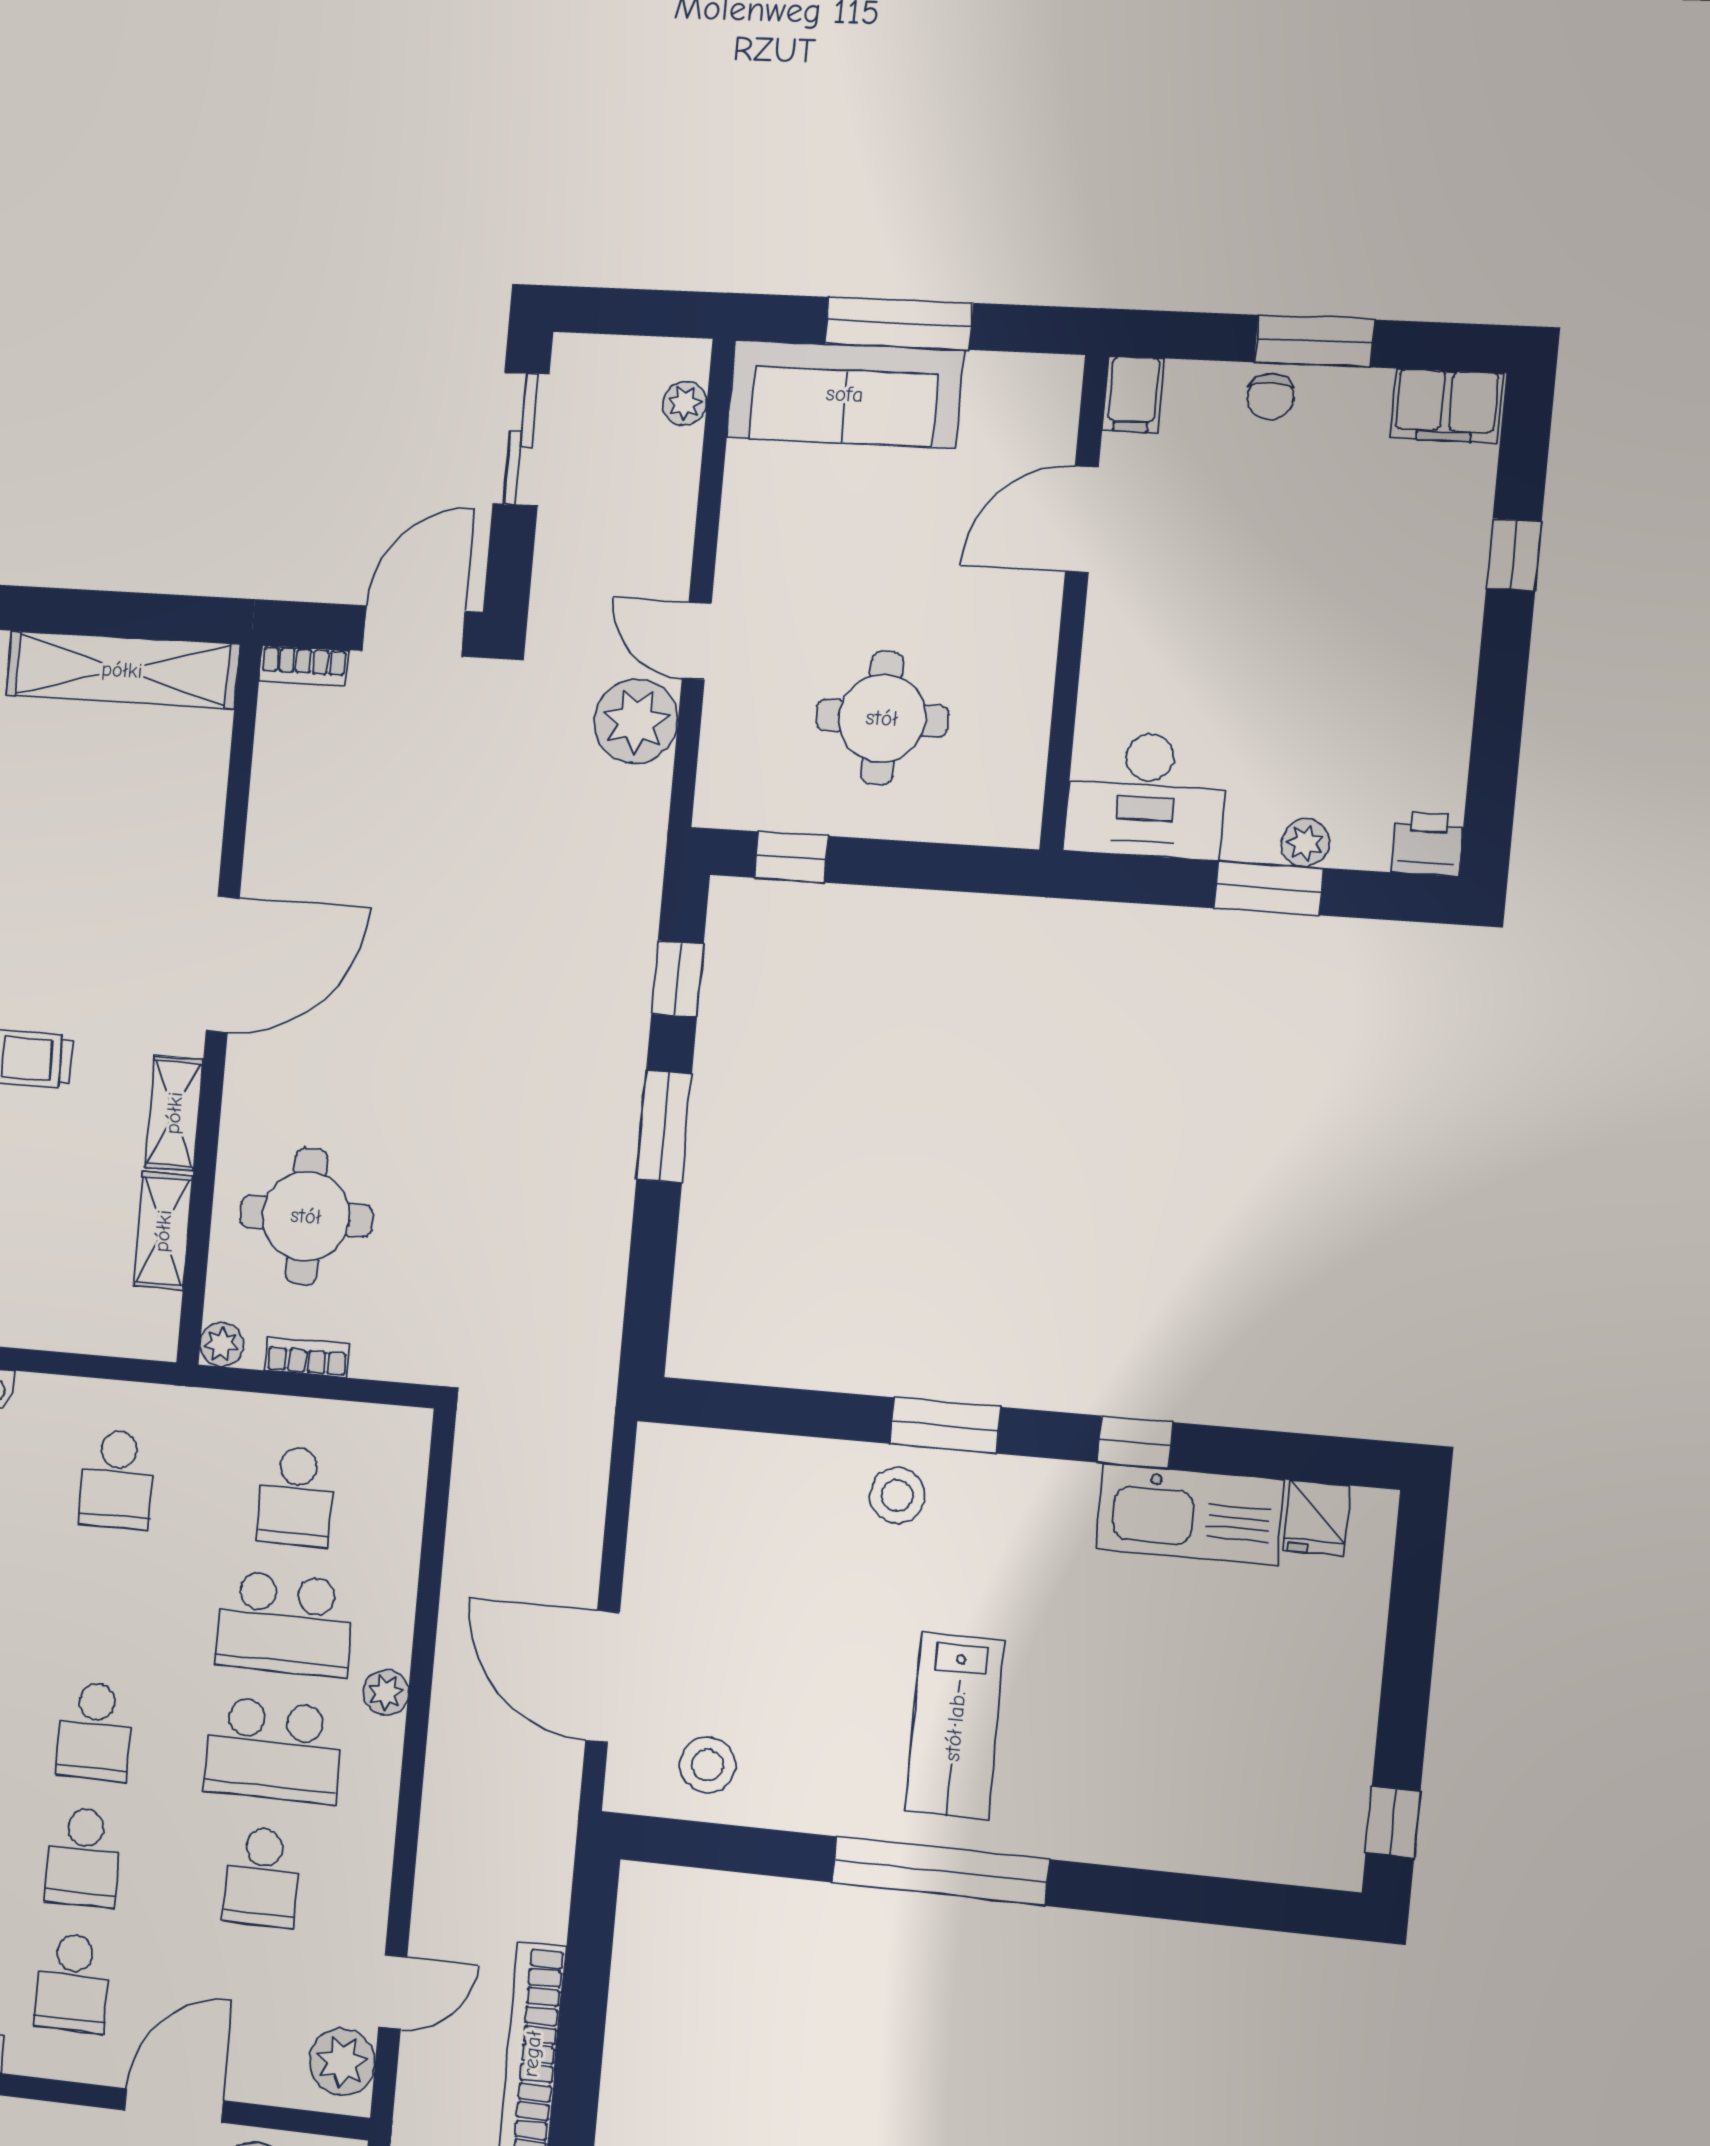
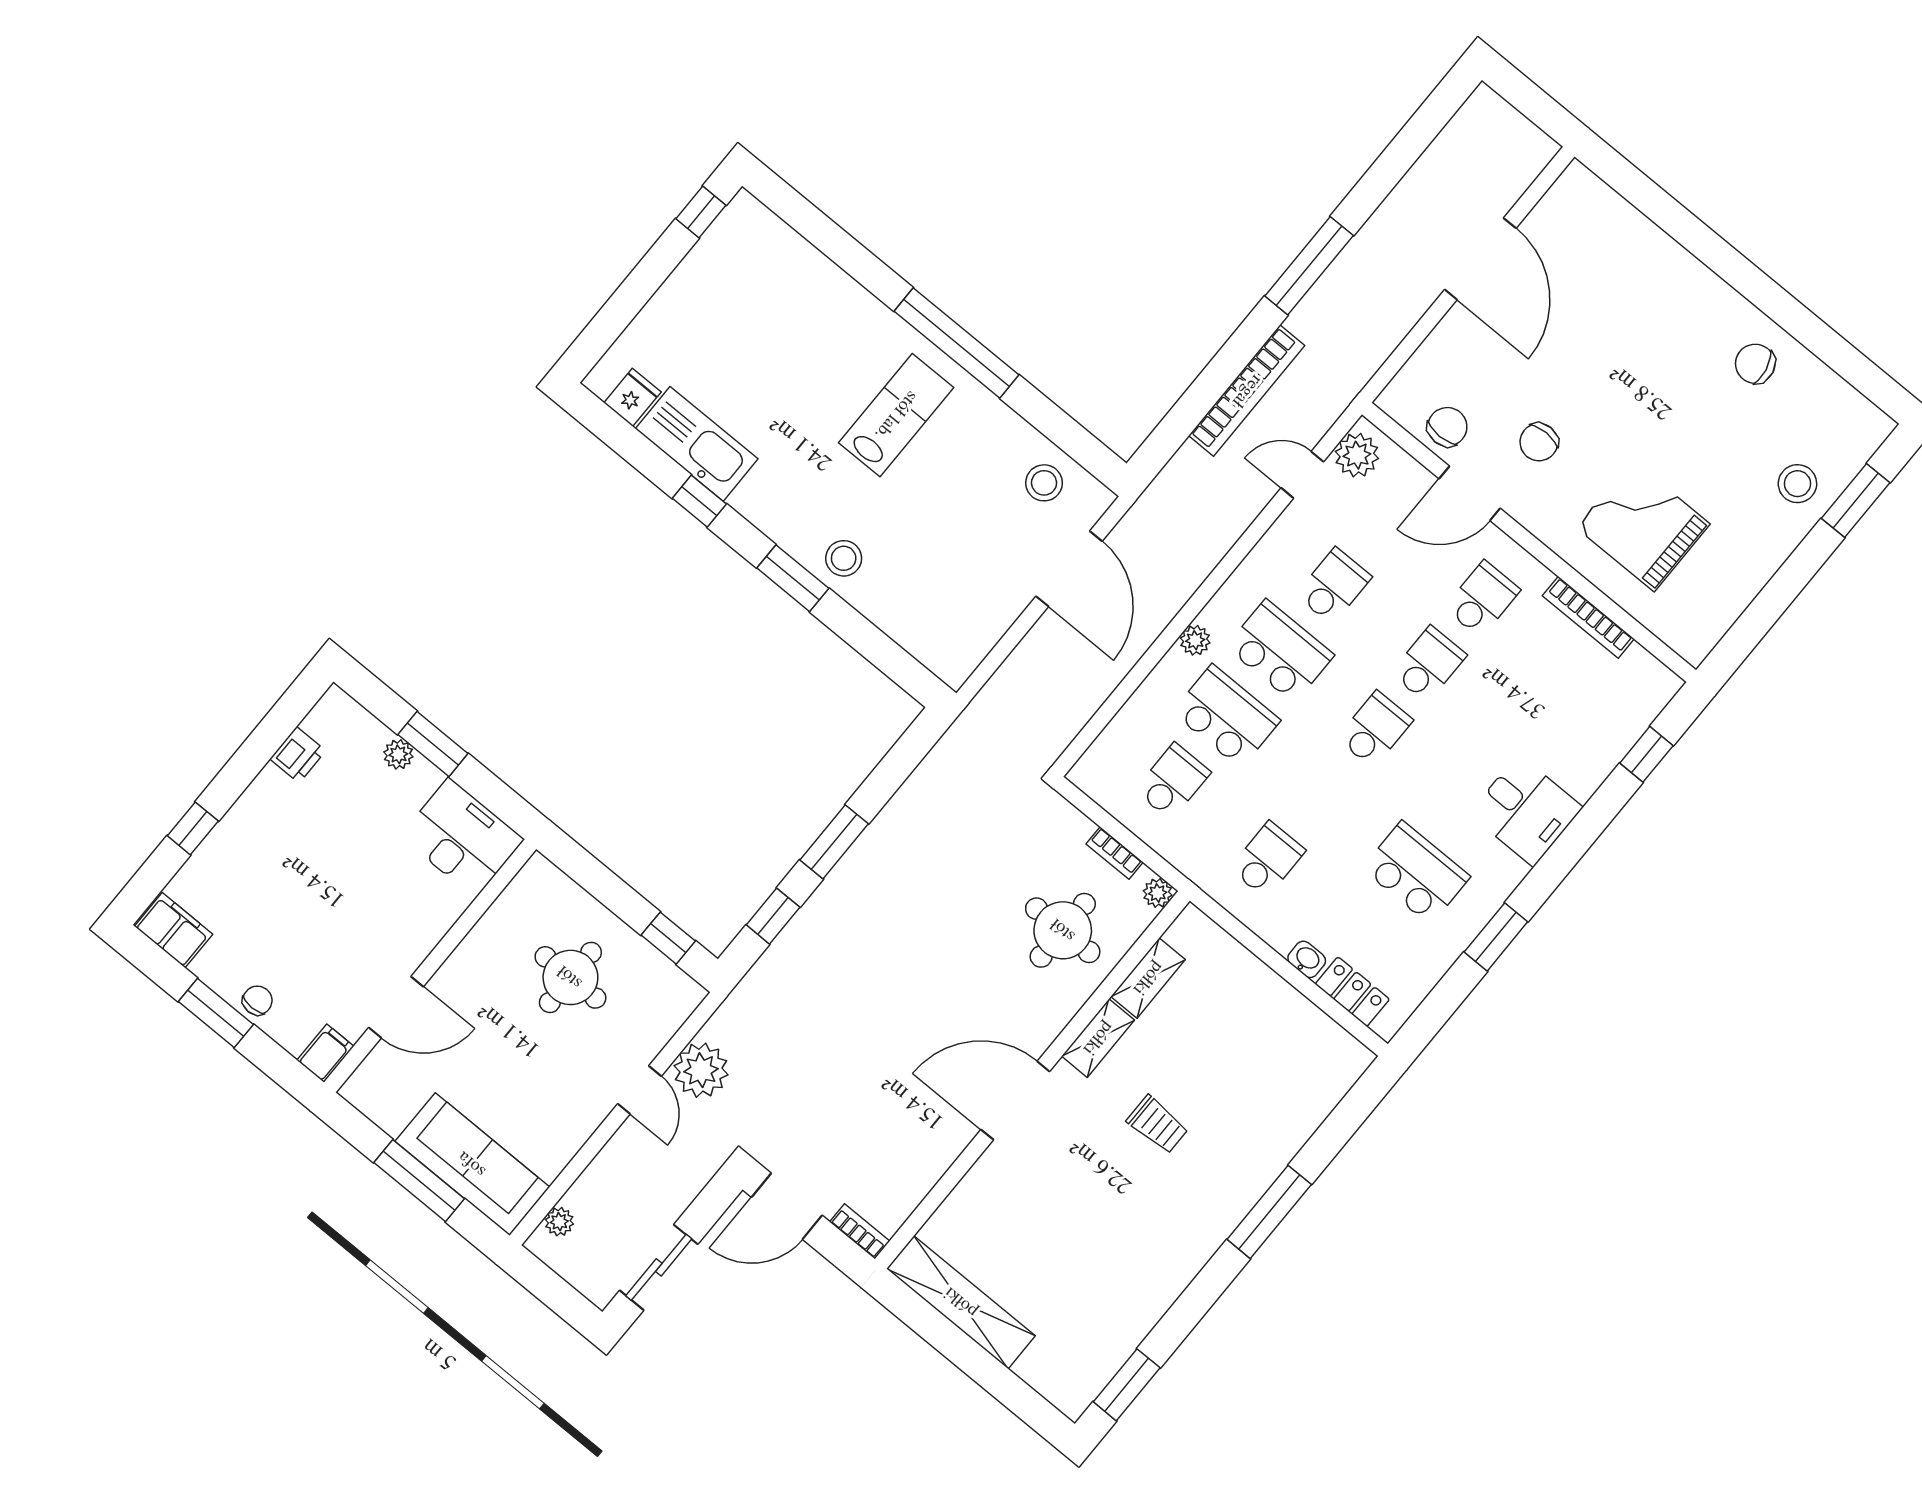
printer: (1427, 844) -> (298, 755), moved, turned -90

